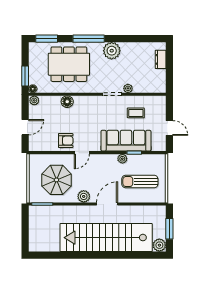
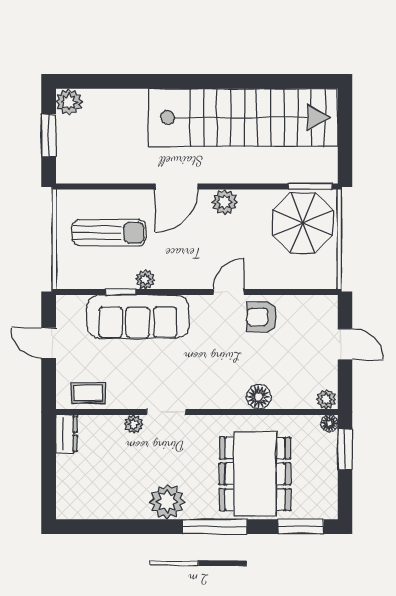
dresser: (161, 59) -> (66, 434), moved
dining table: (69, 64) -> (255, 474), turned 90
coffee table: (136, 113) -> (88, 393), moved
door: (25, 127) -> (345, 344), swing flipped
parasol: (56, 180) -> (303, 223), moved
stairs: (106, 238) -> (243, 118), moved

